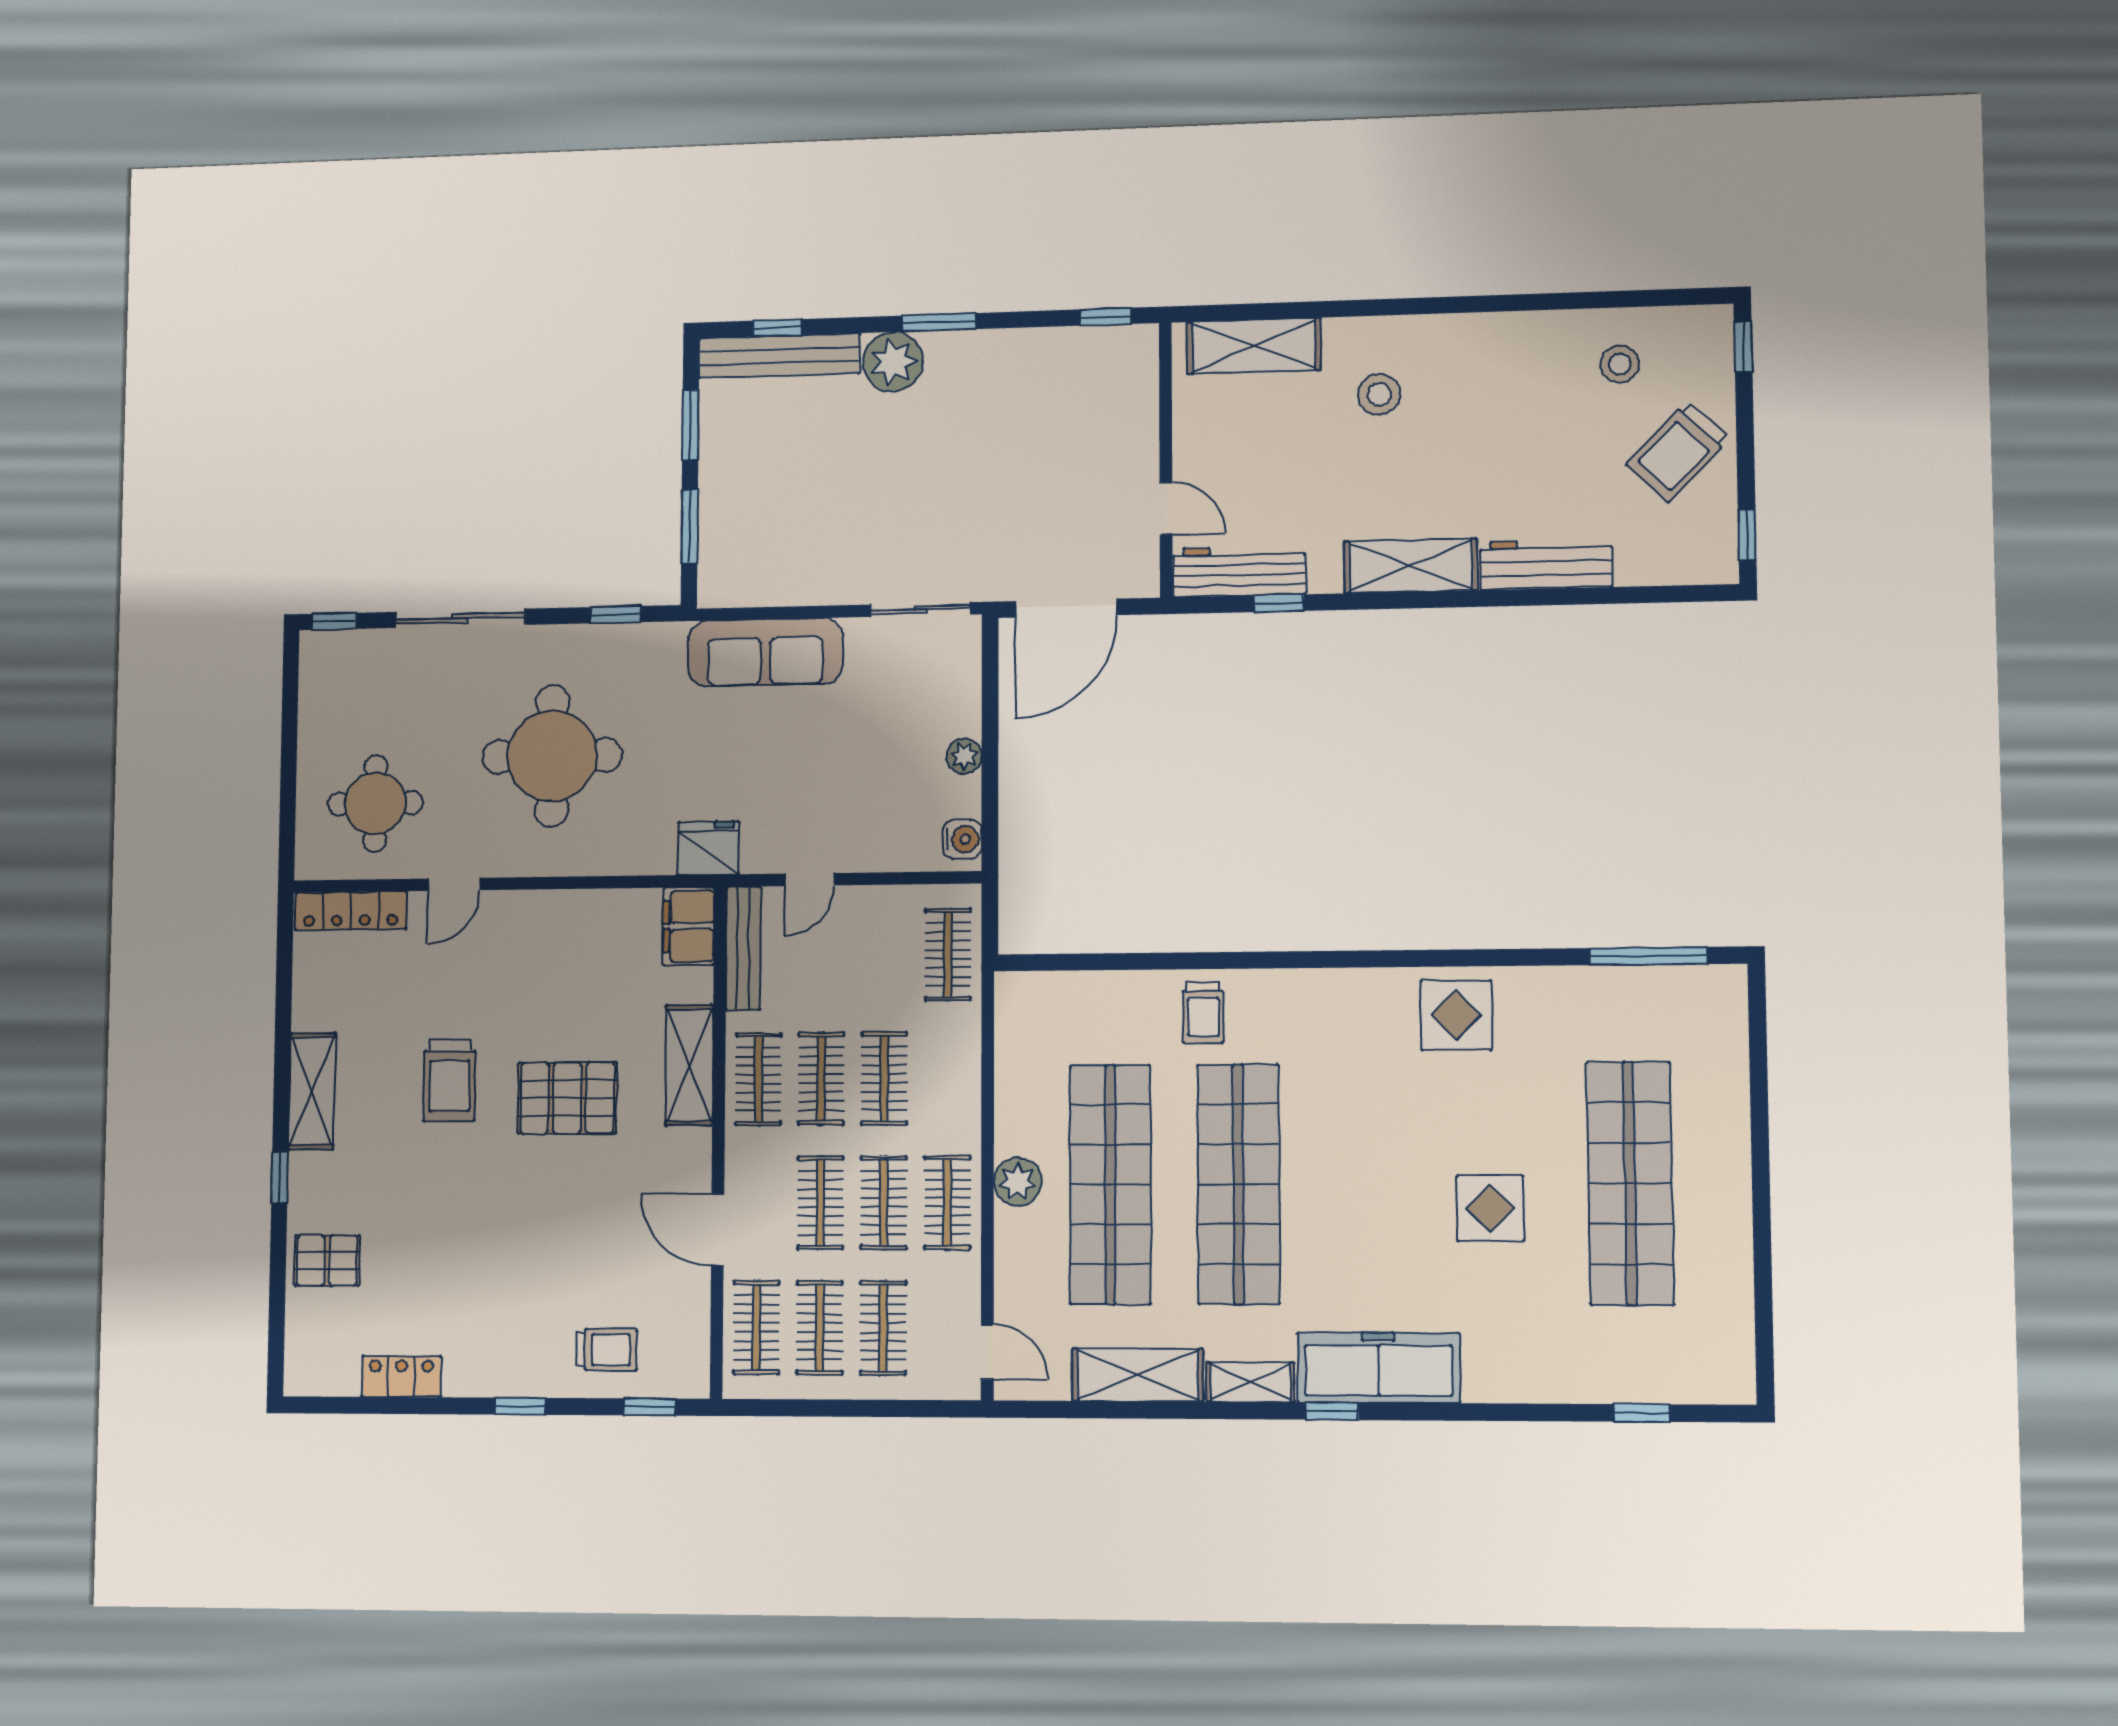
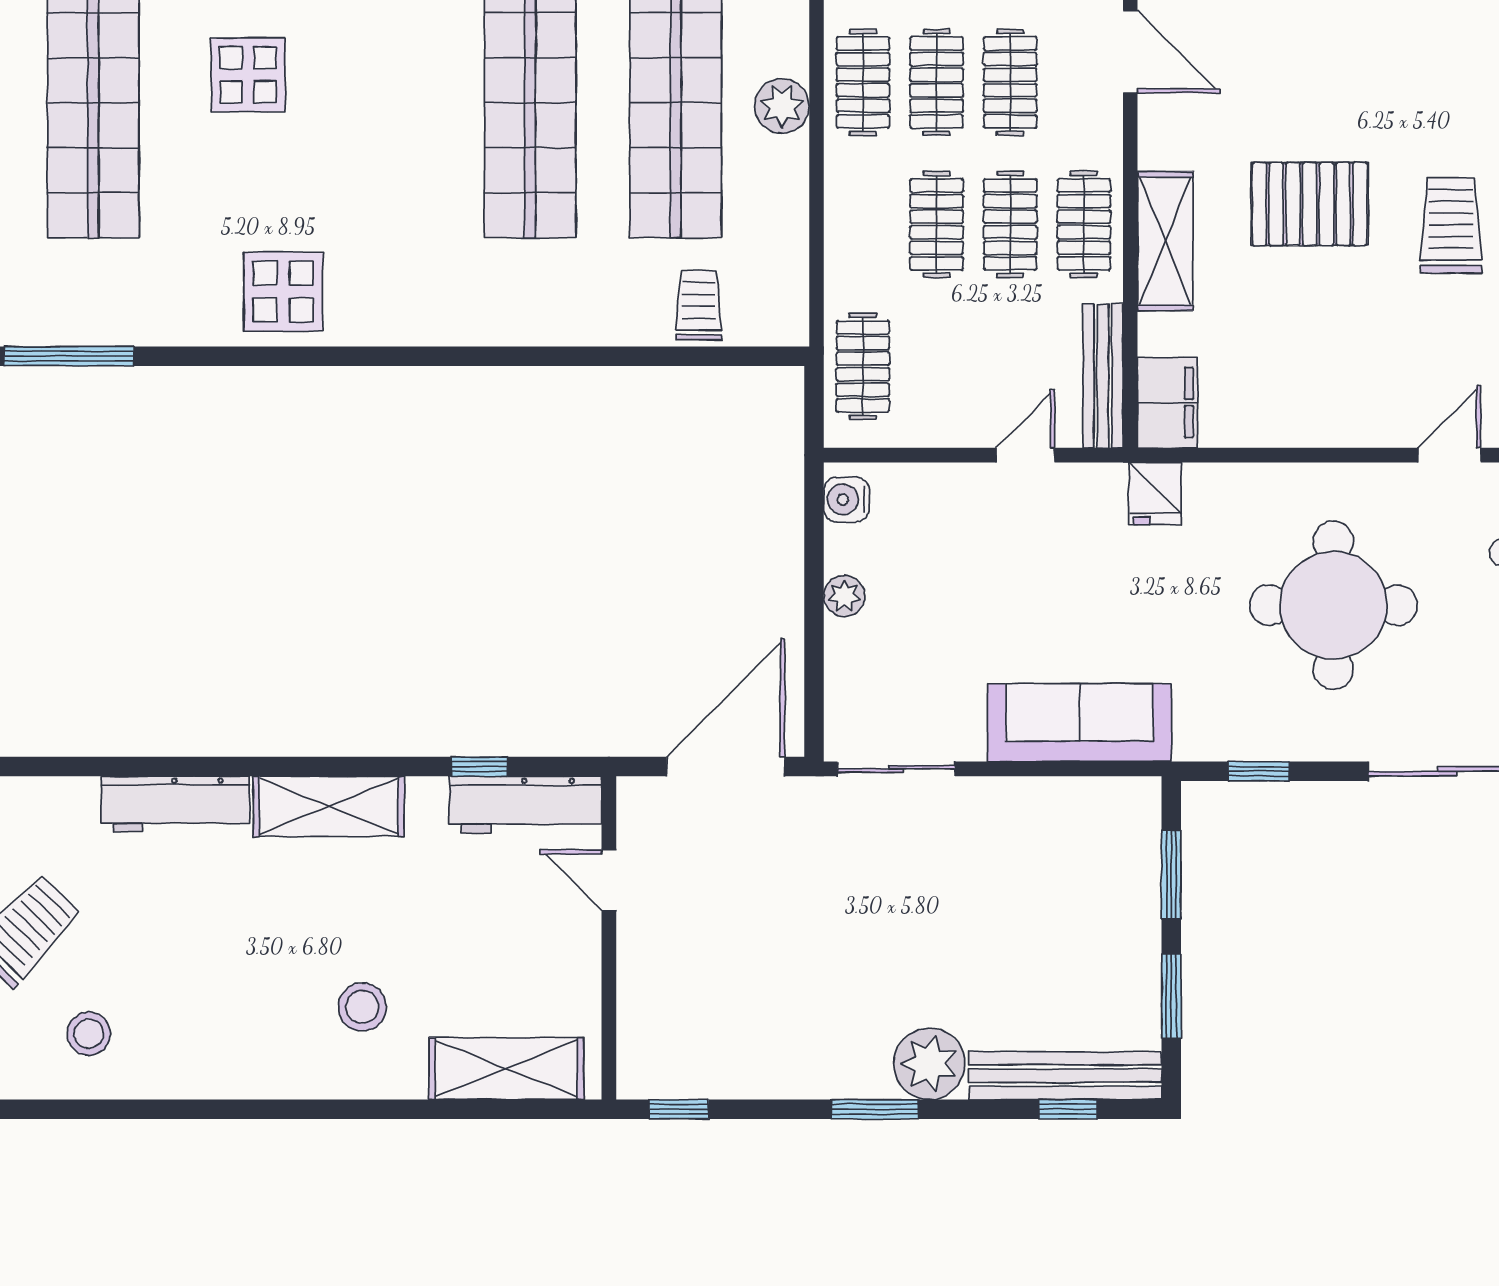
fridge: (708, 848) -> (1155, 493), width x0.72
trolley: (1203, 1013) -> (699, 305), moved

